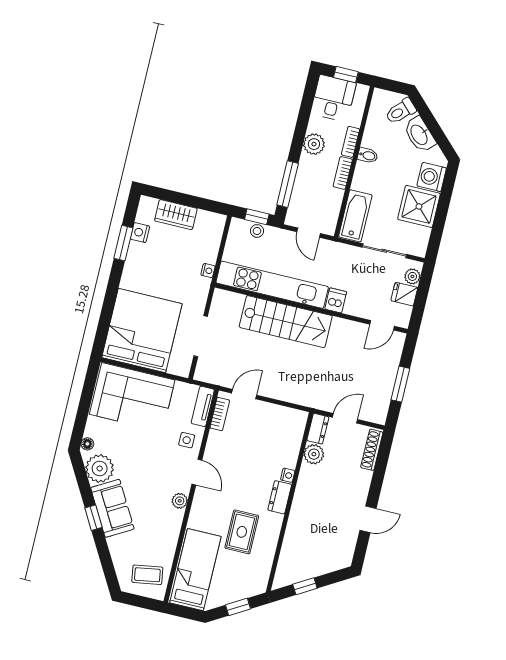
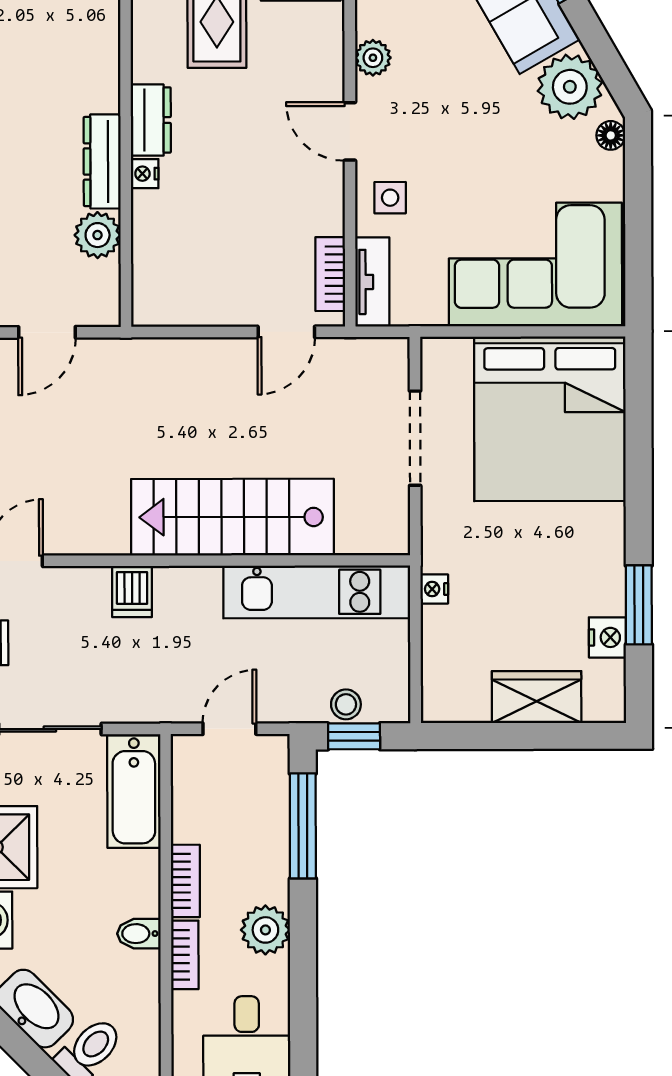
door: (309, 233) -> (229, 729), hinge flipped
kitchen unit: (272, 285) -> (317, 592), width x0.73
dresser: (318, 429) -> (102, 161), moved, width x1.44

